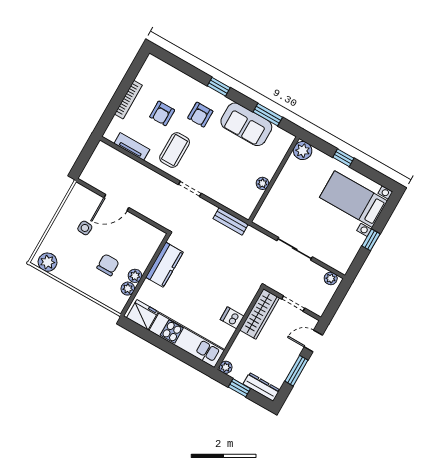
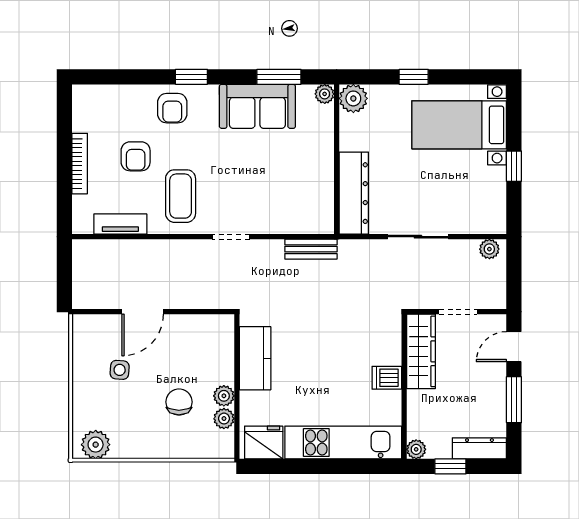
armchair: (200, 115) -> (172, 108), moved
plant: (262, 183) -> (325, 94), moved
dresser: (273, 204) -> (354, 193), added

